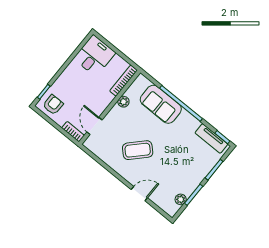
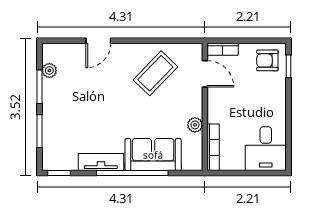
armchair: (53, 105) -> (267, 60), turned 90
tv unit: (211, 138) -> (101, 162), moved
coffee table: (138, 150) -> (155, 73), moved

